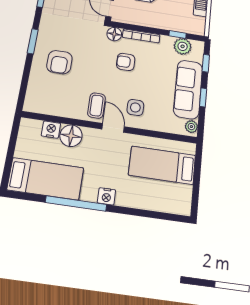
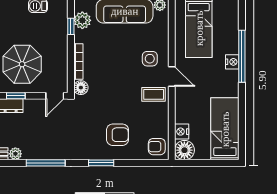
armchair: (126, 62) -> (157, 147), moved, turned 90
door: (113, 128) -> (172, 77), swing flipped
floor lamp: (71, 136) -> (184, 150), moved
nightstand: (106, 196) -> (232, 62), moved
window: (76, 204) -> (242, 56), moved

